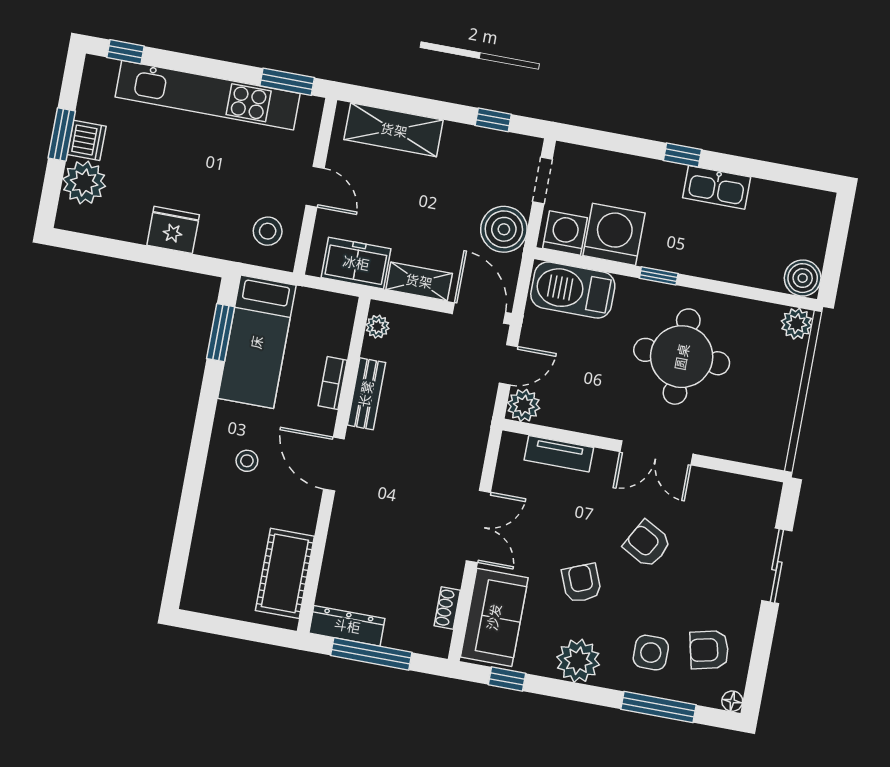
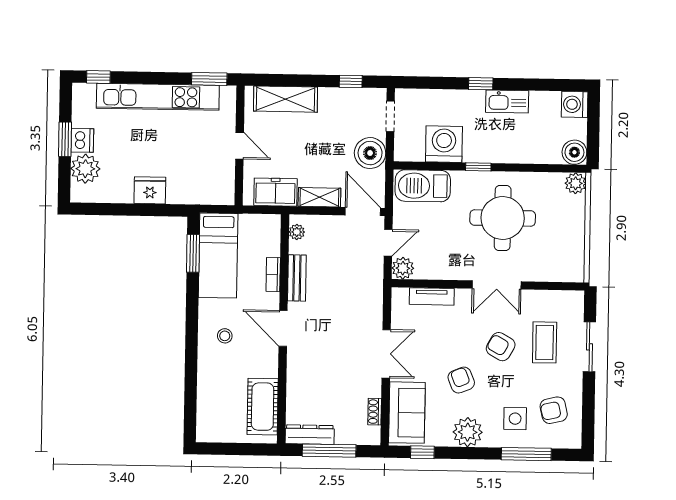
stool: (268, 231) -> (213, 181), removed
washing machine: (565, 233) -> (575, 104), moved, turned -90
coffee table: (713, 549) -> (545, 342), added
floor lamp: (732, 701) -> (575, 442), removed

